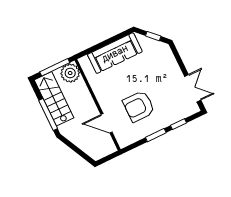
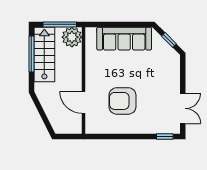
window: (48, 114) -> (31, 54), moved
window: (179, 124) -> (165, 137), moved
window: (156, 135) -> (126, 137), removed

